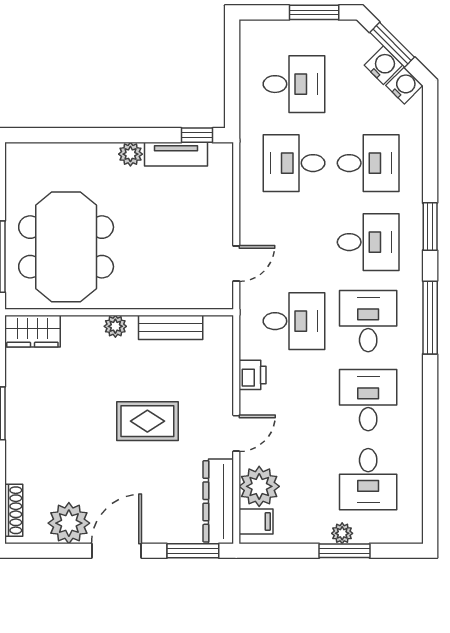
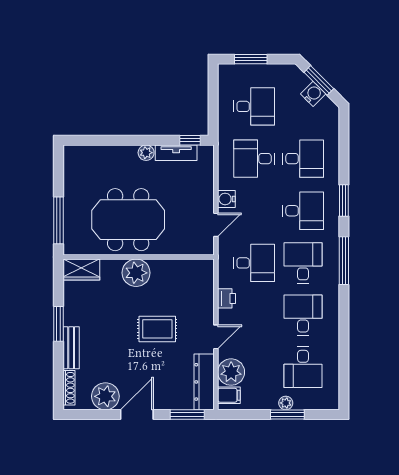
window: (314, 12) -> (251, 59), moved
water cooler: (404, 85) -> (226, 199), moved, turned -135
meeting table: (66, 247) -> (128, 220), moved, turned 90
plant: (115, 326) -> (136, 273), width x1.88, depth x1.88
bench: (171, 327) -> (71, 348), moved, turned 90

